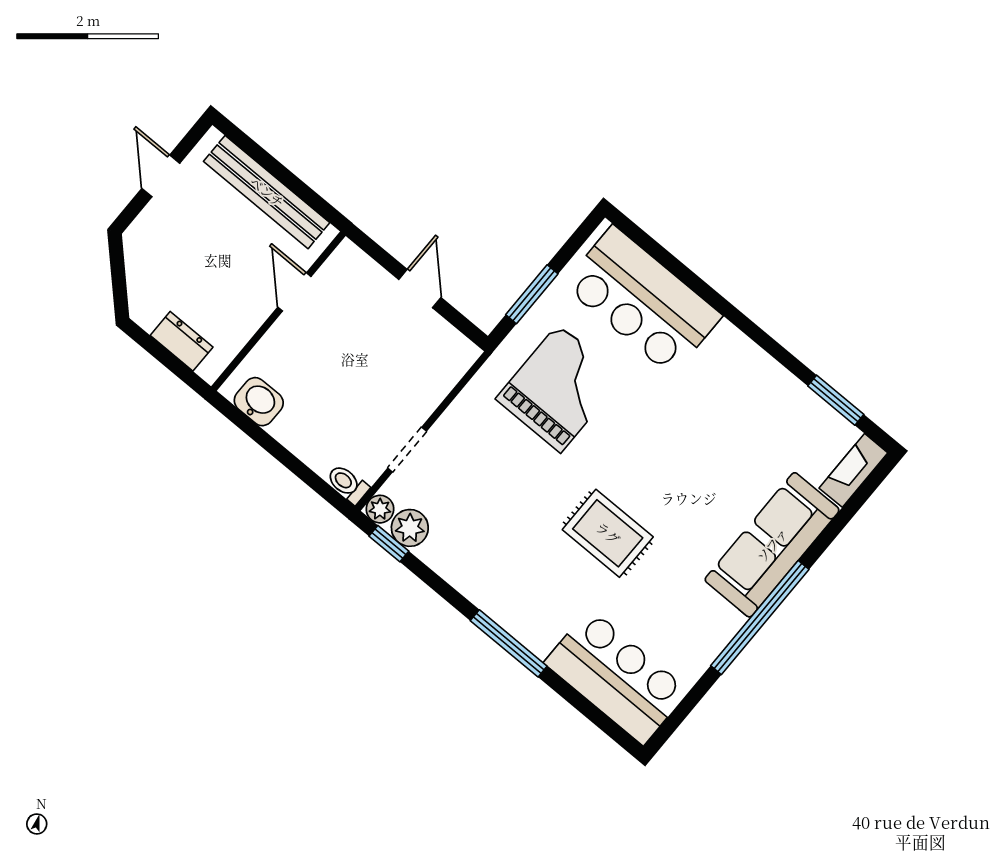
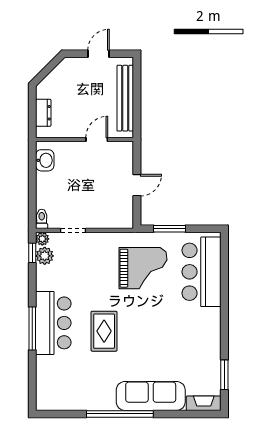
bar counter: (616, 677) -> (53, 323), moved

